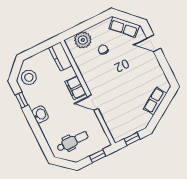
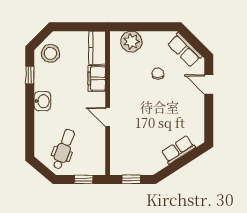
chair: (103, 50) -> (158, 74), moved
filing cabinet: (76, 88) -> (97, 78), moved
dental chair: (72, 141) -> (64, 149), turned -70

